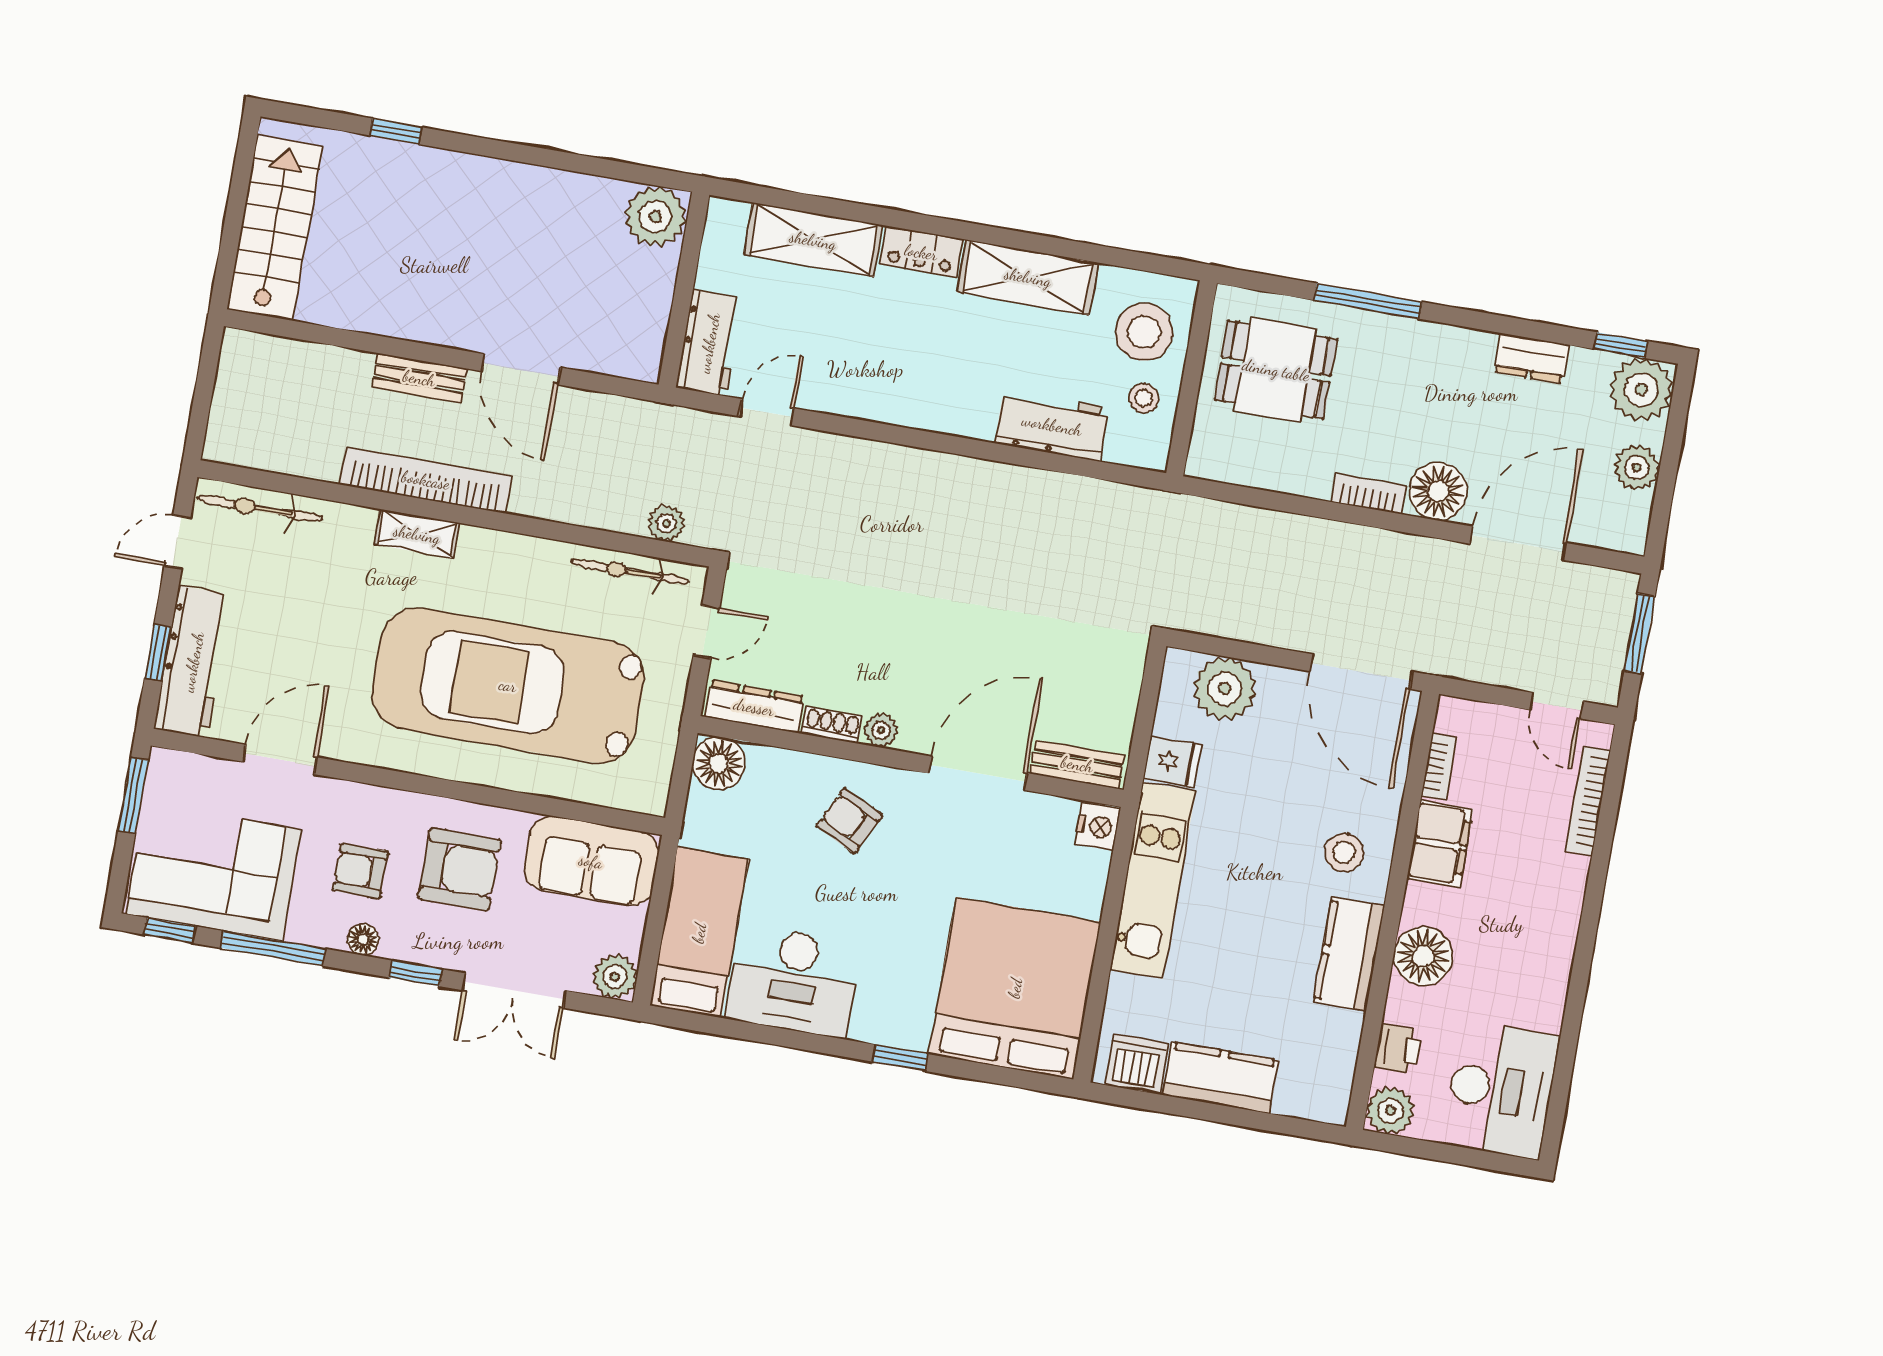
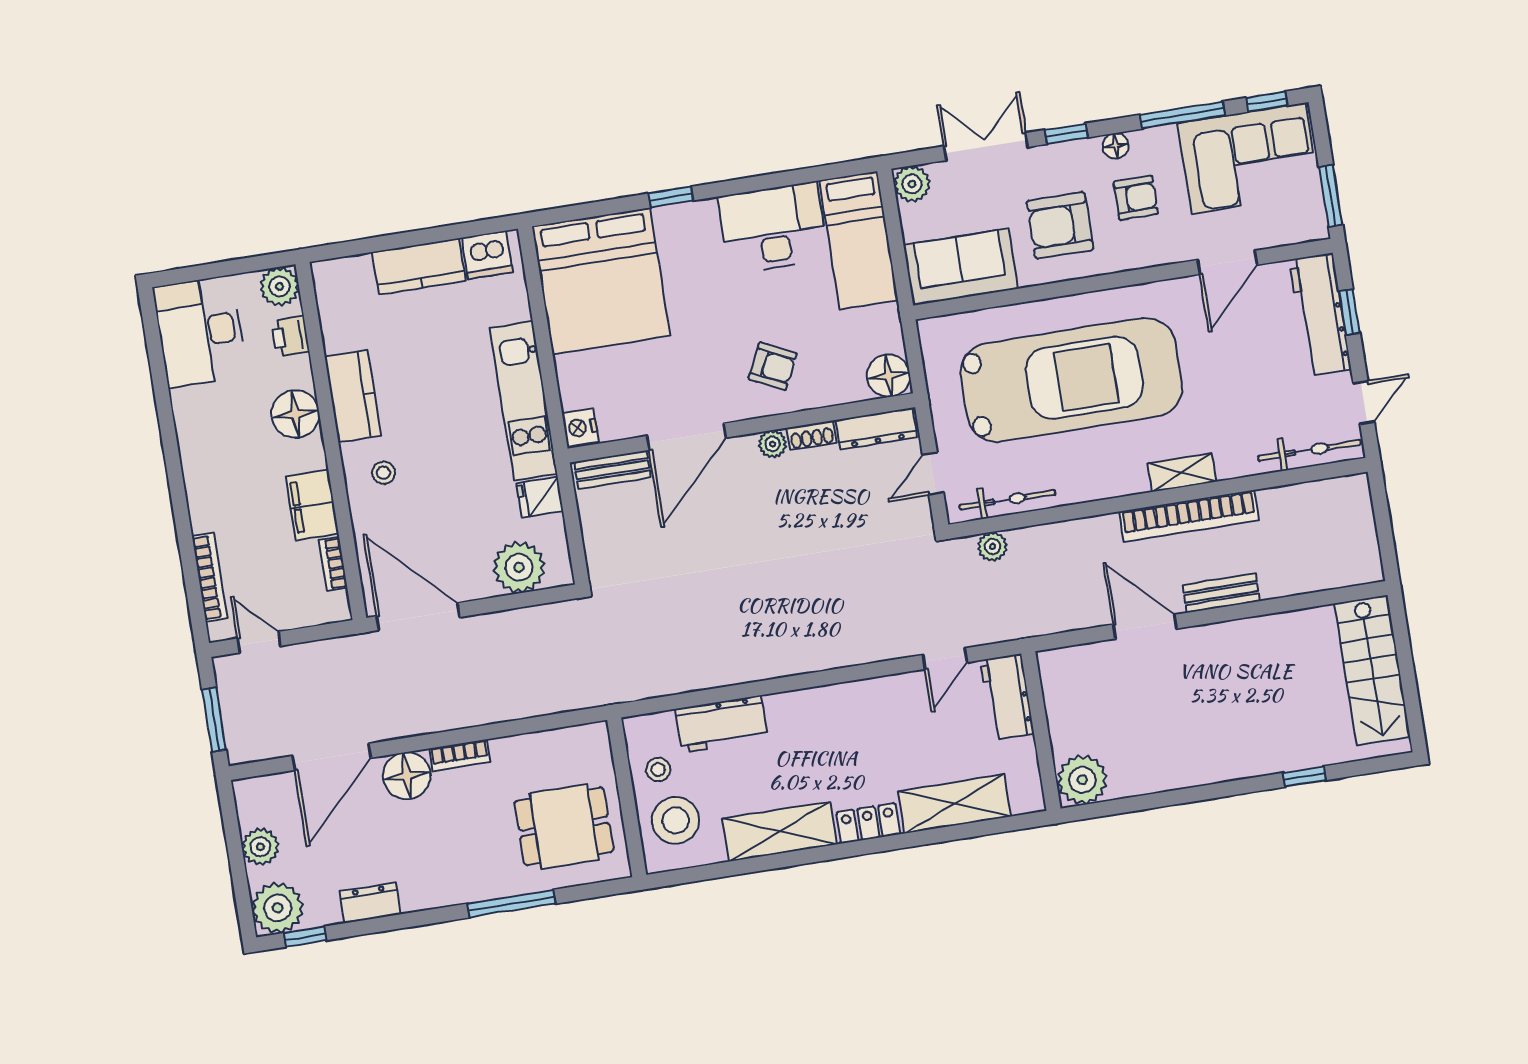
stool: (1344, 853) -> (384, 473), width x0.73, depth x0.73

